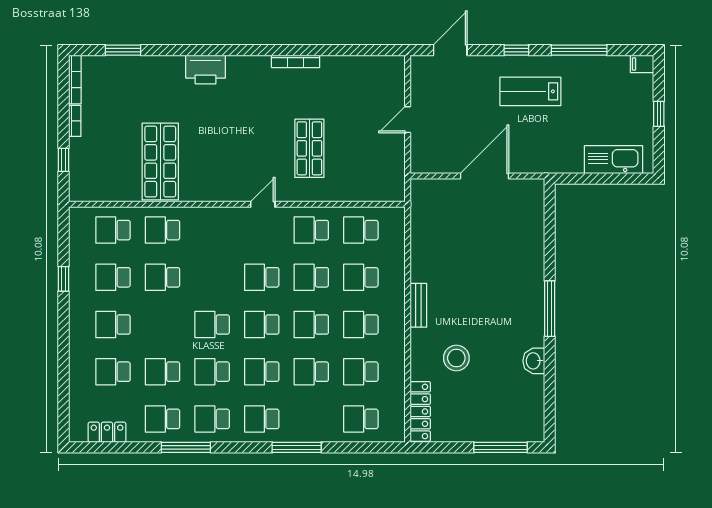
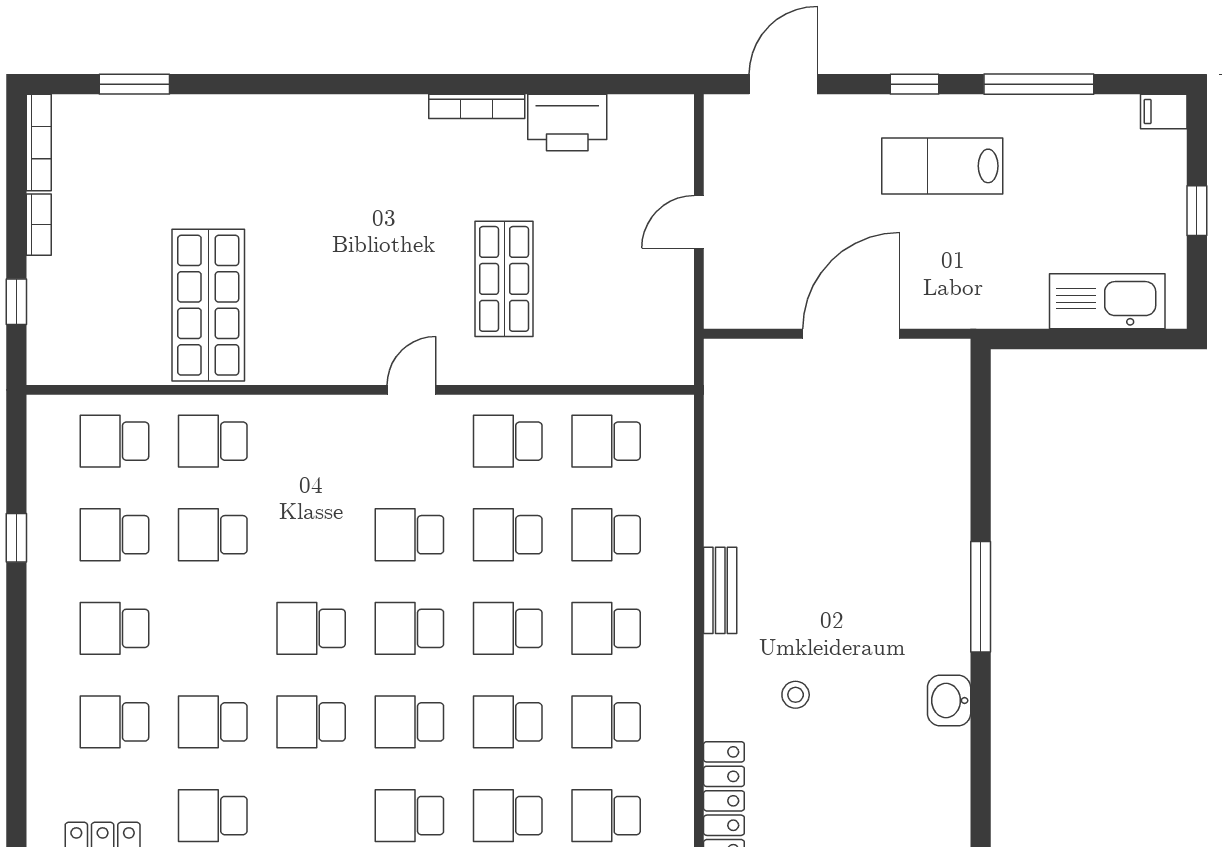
printer: (206, 69) -> (567, 123), moved
stool: (456, 358) -> (796, 695), width x0.53, depth x0.53
school desk: (212, 419) -> (508, 816), moved

